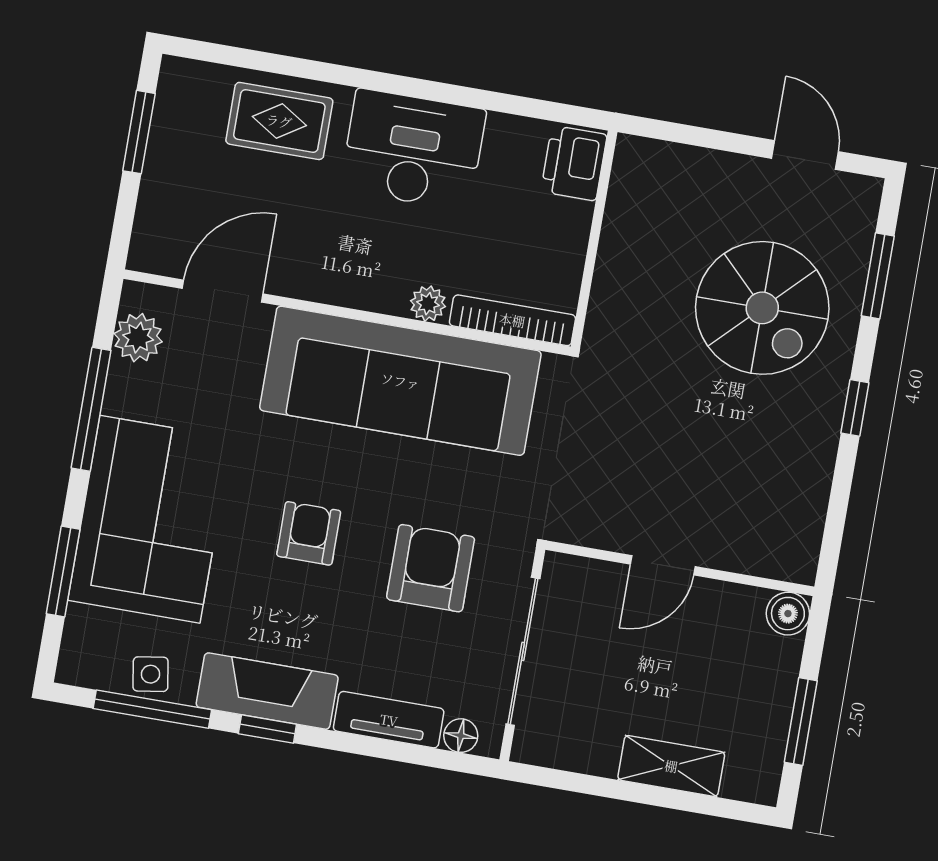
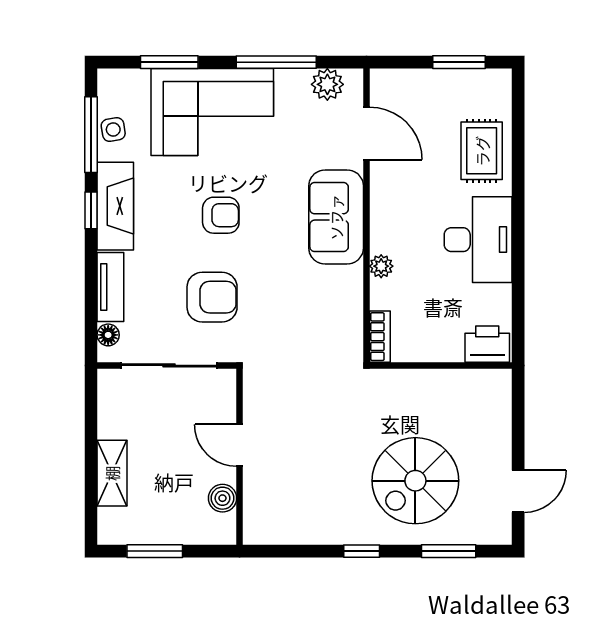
bookcase: (512, 320) -> (380, 337), width x0.64
sofa: (400, 381) -> (336, 217), width x0.54, depth x0.79
boiler: (788, 614) -> (222, 498), moved

